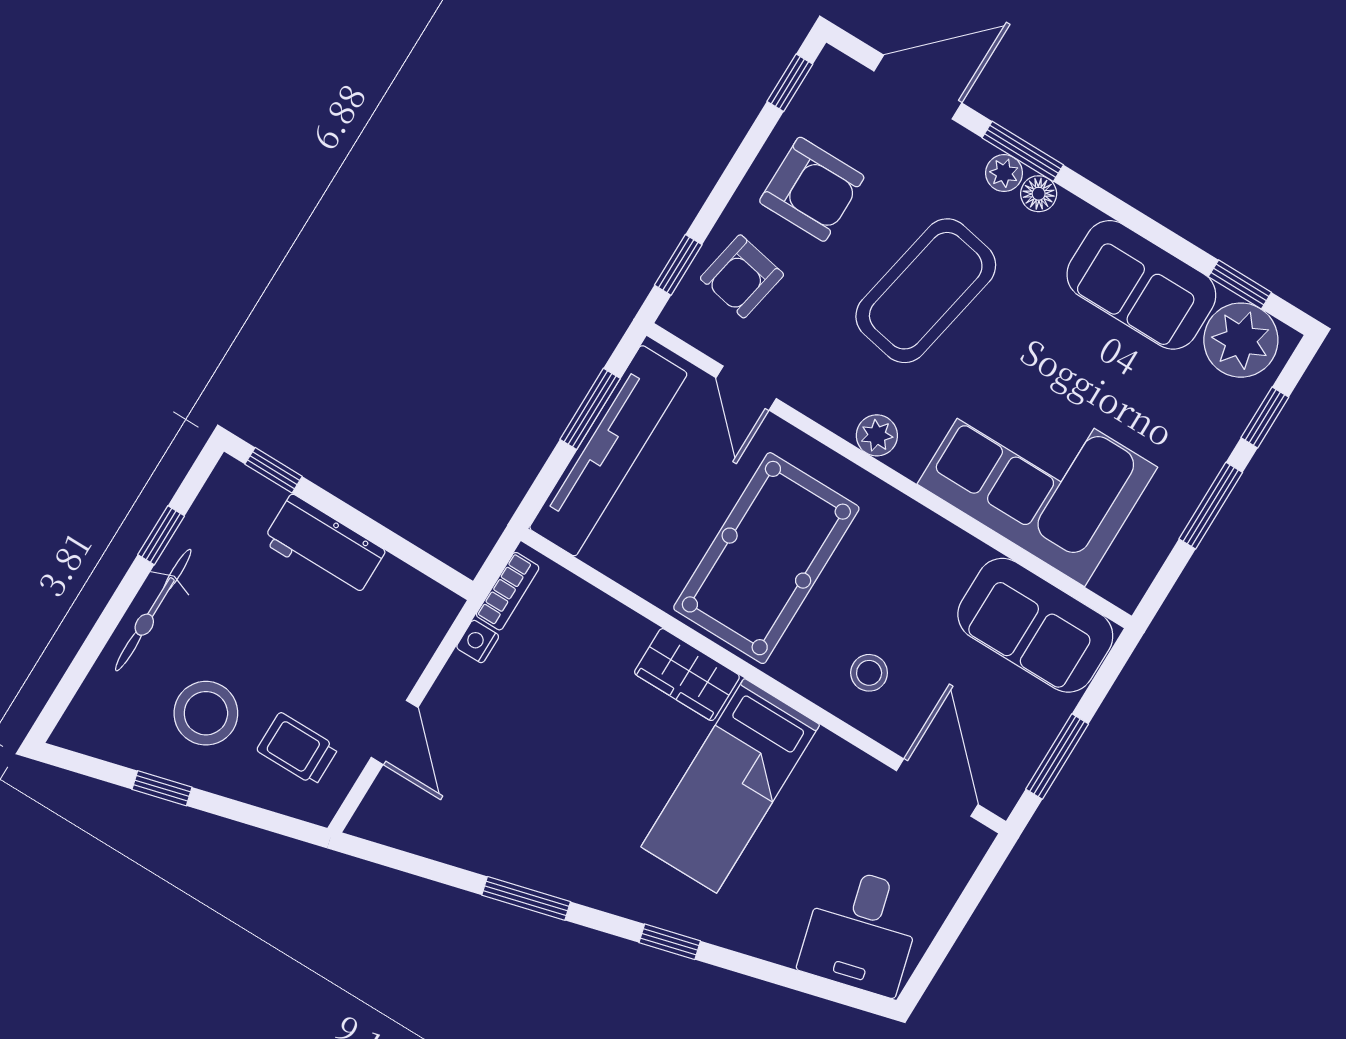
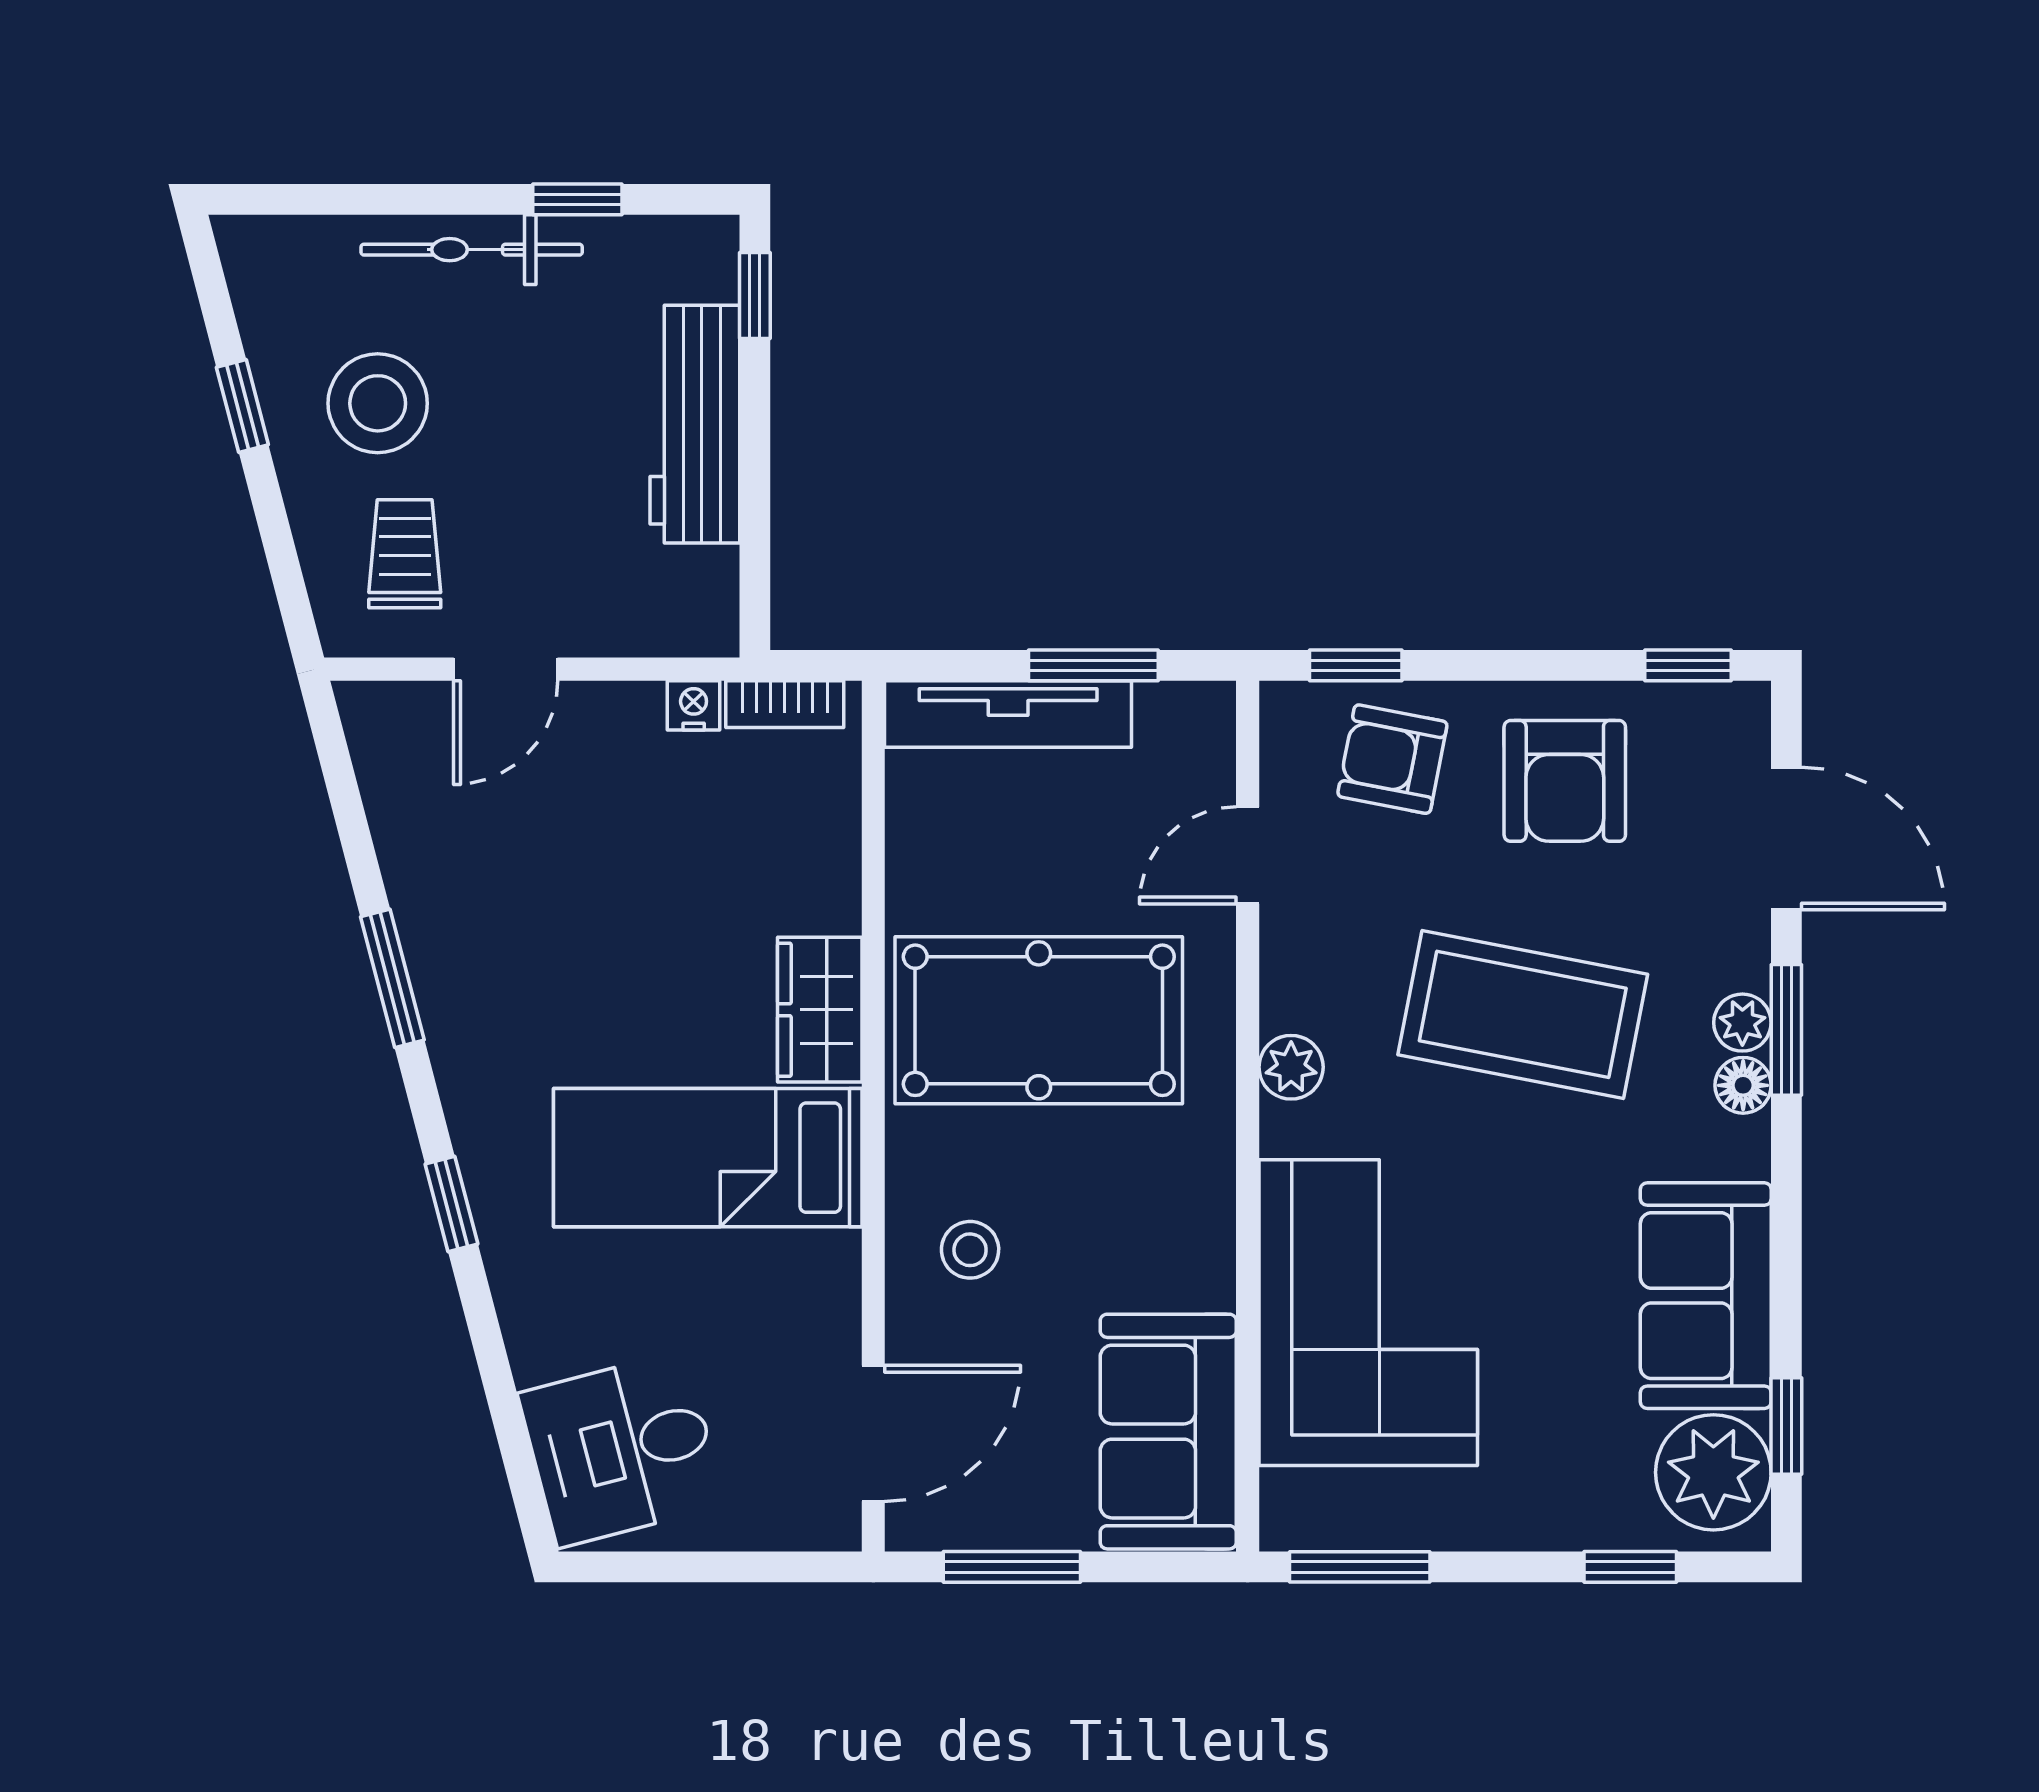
tv unit: (608, 451) -> (1008, 714), width x0.73, depth x0.78
window: (1211, 506) -> (1360, 1567), moved
workbench: (324, 546) -> (695, 424), width x1.38

